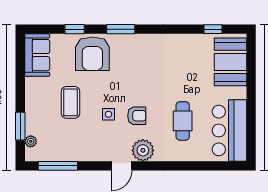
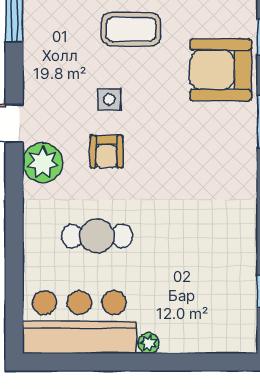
booth: (230, 62) -> (206, 324), removed
plant: (241, 93) -> (149, 343), added

